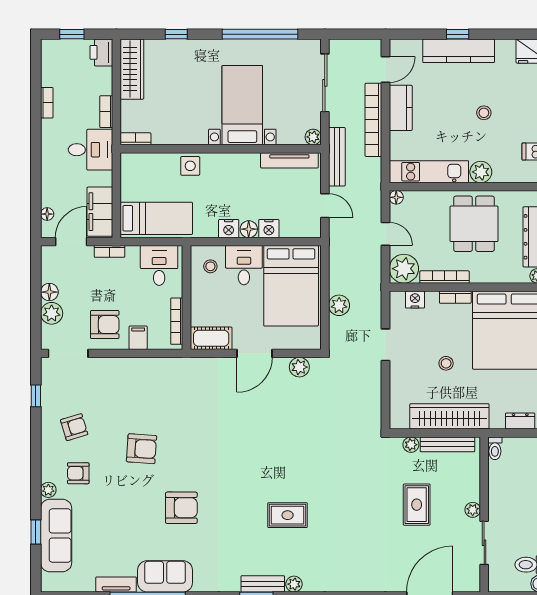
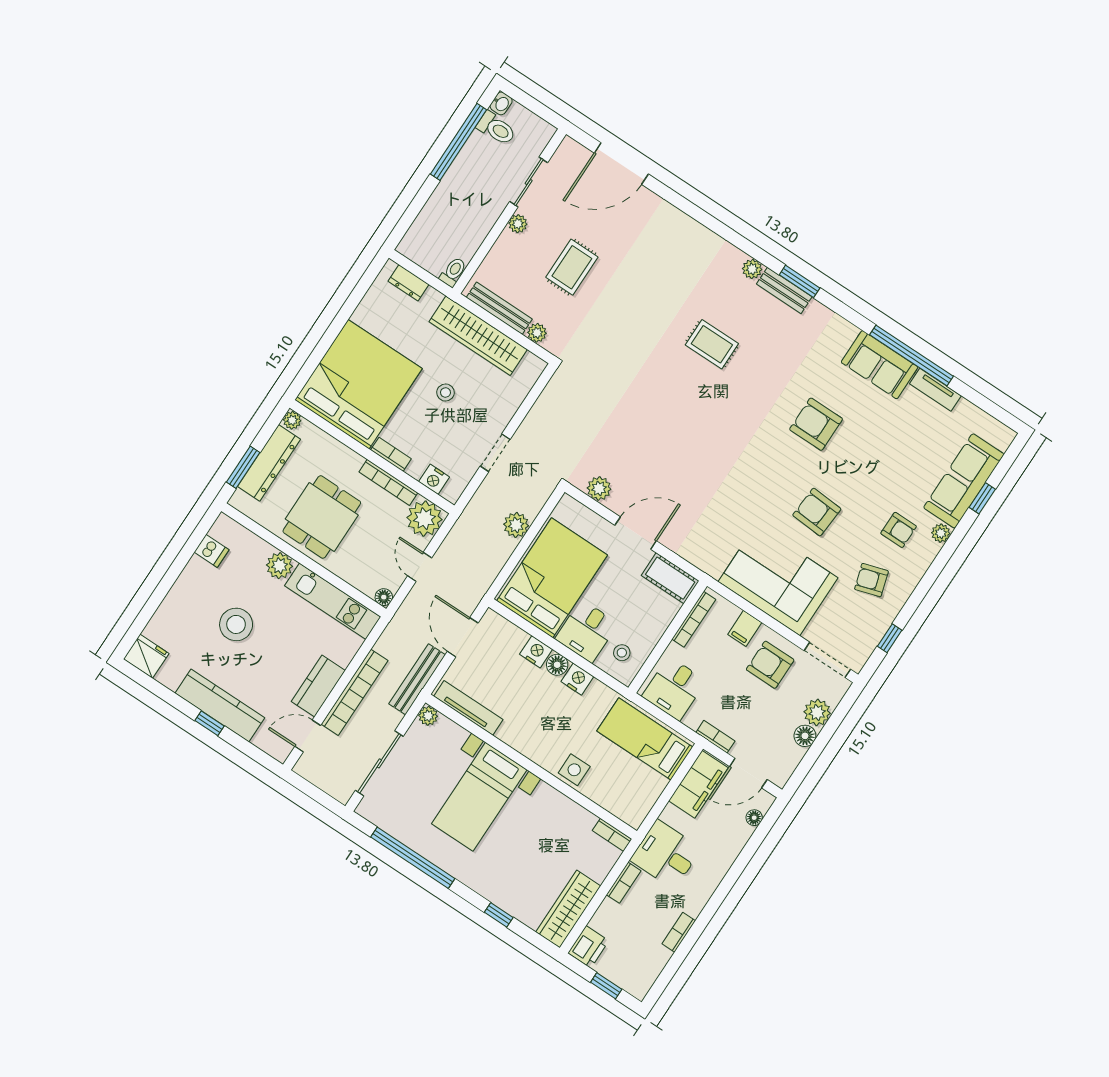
stool: (484, 113) -> (236, 624), width x1.89, depth x1.89
door: (325, 206) -> (463, 637), width x1.38
corner sofa: (137, 385) -> (778, 580), added

